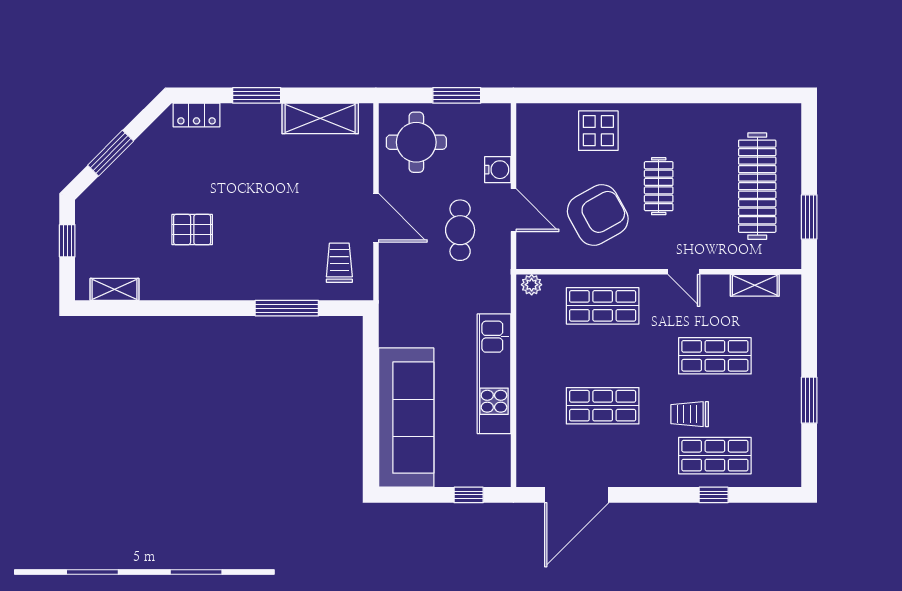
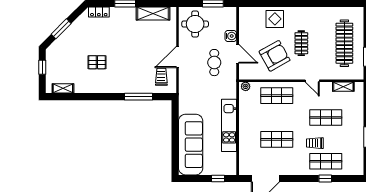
door: (376, 218) -> (177, 57), swing flipped

